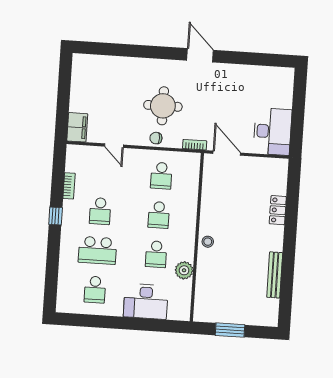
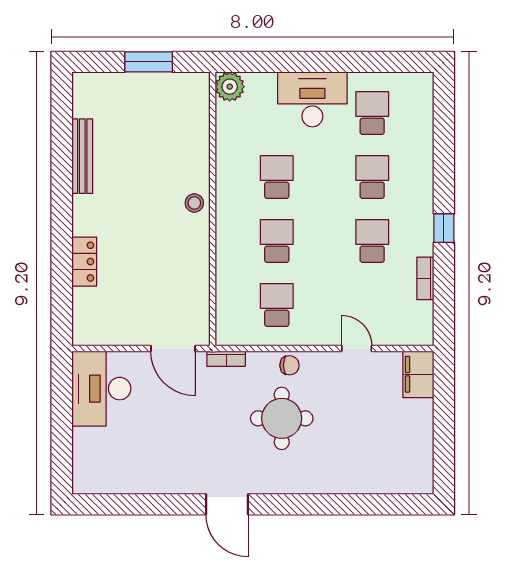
school desk: (98, 250) -> (372, 177), width x0.54
plant: (184, 270) -> (230, 87), moved
desk: (146, 301) -> (312, 99), moved

